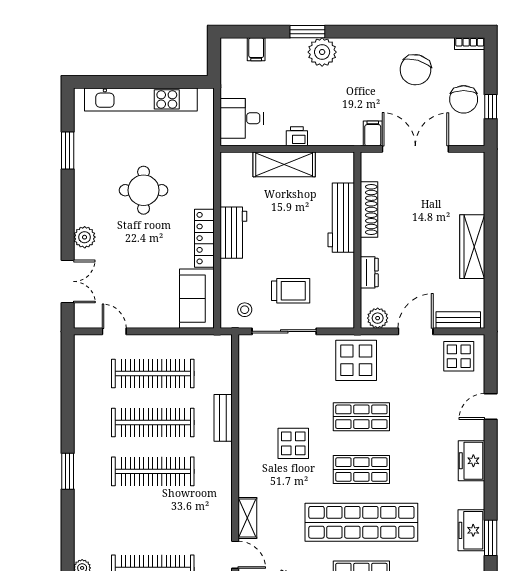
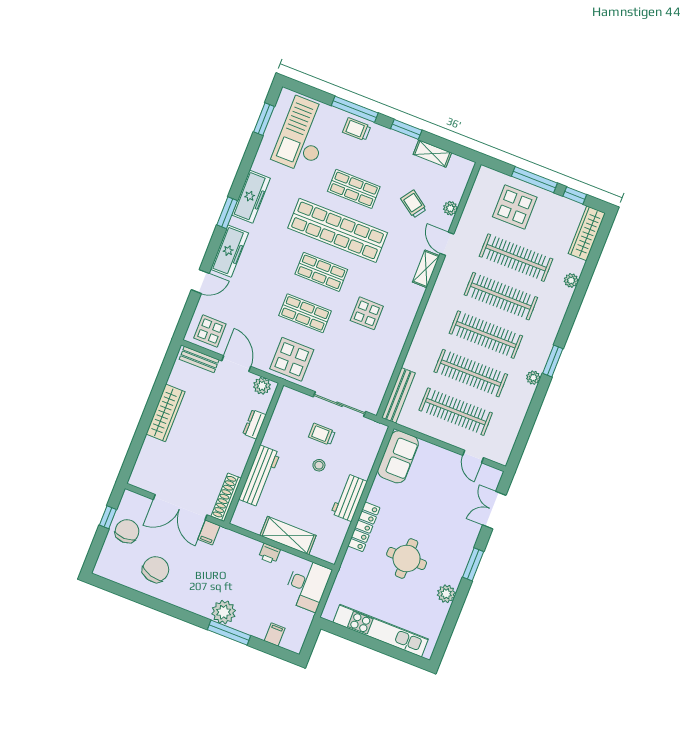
window: (307, 32) -> (229, 633), width x1.44
bookcase: (470, 44) -> (105, 573), removed
desk: (242, 118) -> (307, 585), width x1.37
window: (68, 151) -> (473, 564), moved
shoe rack: (369, 209) -> (226, 497), moved
plant: (85, 237) -> (446, 594), moved
locker: (204, 238) -> (364, 527), moved
trolley: (291, 291) -> (322, 434), width x0.73, depth x0.72
stool: (245, 310) -> (319, 465), moved
door: (416, 331) -> (236, 364), swing flipped
bench: (223, 418) -> (398, 395), moved, width x1.36
plant: (82, 444) -> (533, 378), added
freezer: (472, 461) -> (230, 251), width x1.40
clothes rail: (153, 520) -> (501, 296), added
freezer: (471, 530) -> (251, 197), width x1.40
window: (491, 538) -> (227, 213), moved

